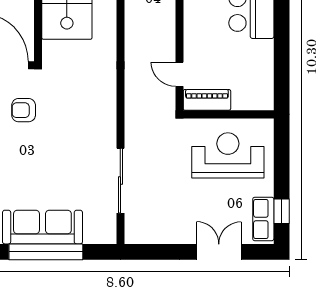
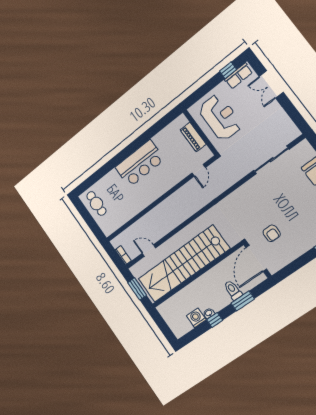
piano: (207, 100) -> (193, 137), moved
reception desk: (228, 155) -> (220, 117), turned 180

